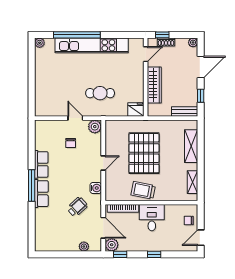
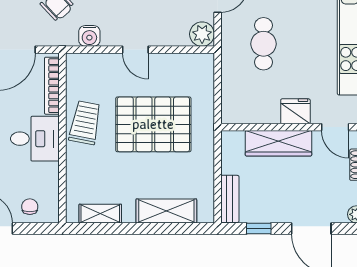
fridge: (136, 110) -> (295, 111), moved, turned -90

